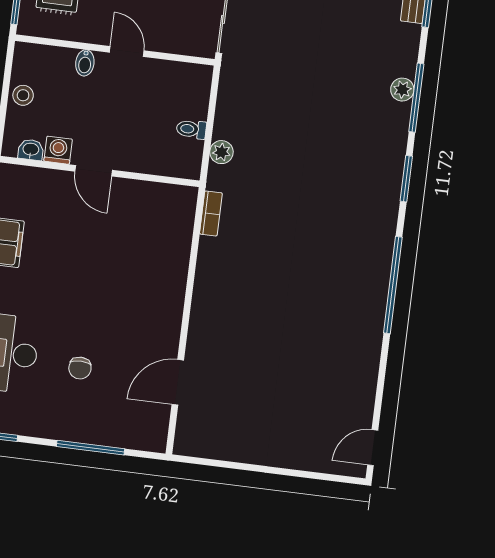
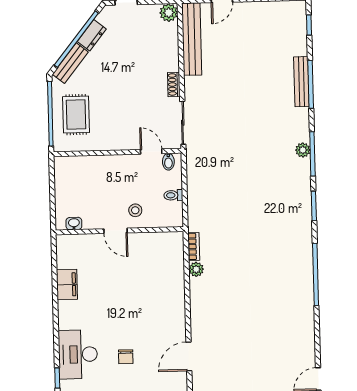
door: (127, 51) -> (151, 152), moved
bidet: (85, 63) -> (168, 162), moved
stool: (23, 95) -> (135, 210), moved
washing machine: (58, 150) -> (91, 221), removed
plant: (221, 152) -> (196, 269), moved

